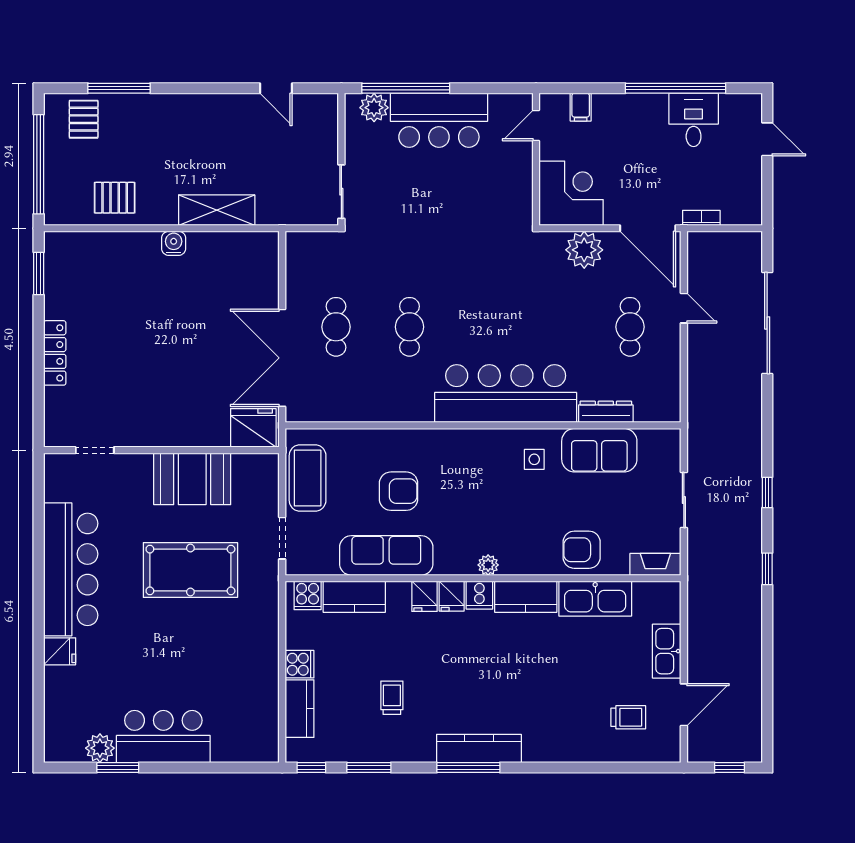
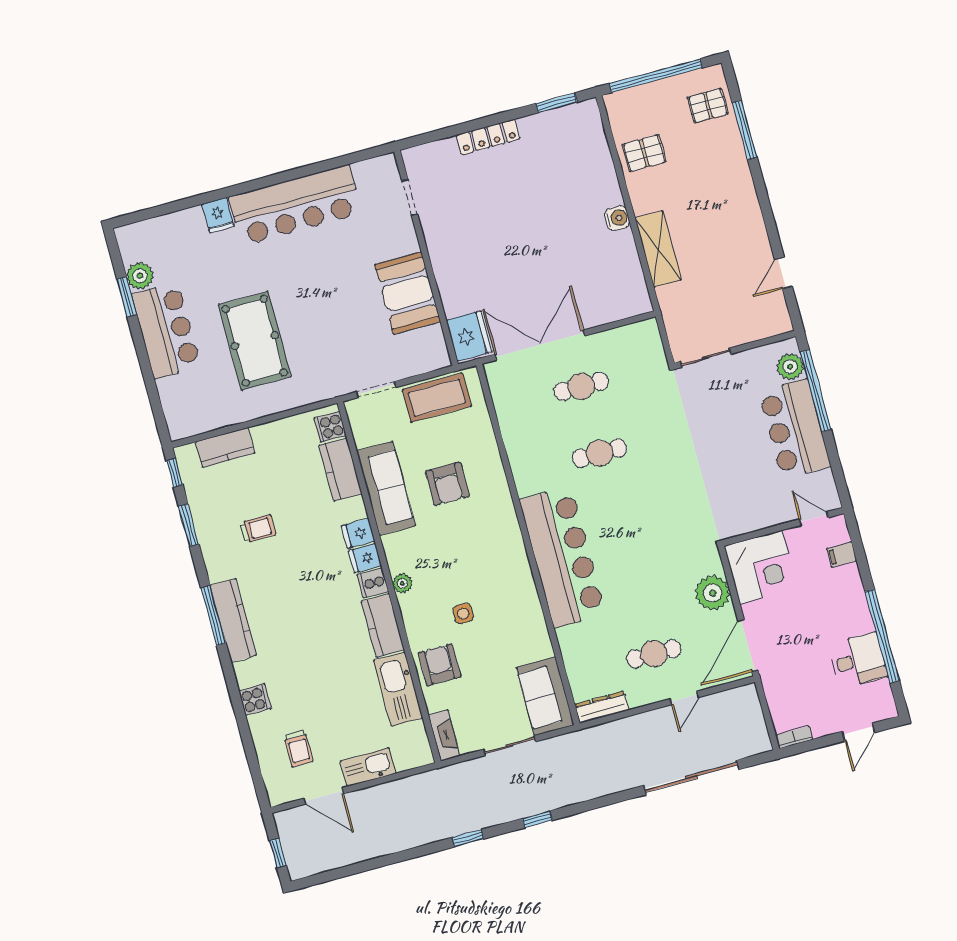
pallet: (115, 198) -> (644, 153), turned 90
bookcase: (701, 218) -> (794, 737), moved, turned -90
dresser: (606, 412) -> (602, 707), moved, turned -90
sofa: (599, 450) -> (545, 696), moved
side table: (534, 459) -> (463, 613), moved
pool table: (190, 570) -> (255, 341), moved
cooker: (300, 664) -> (255, 700), moved, turned -90

